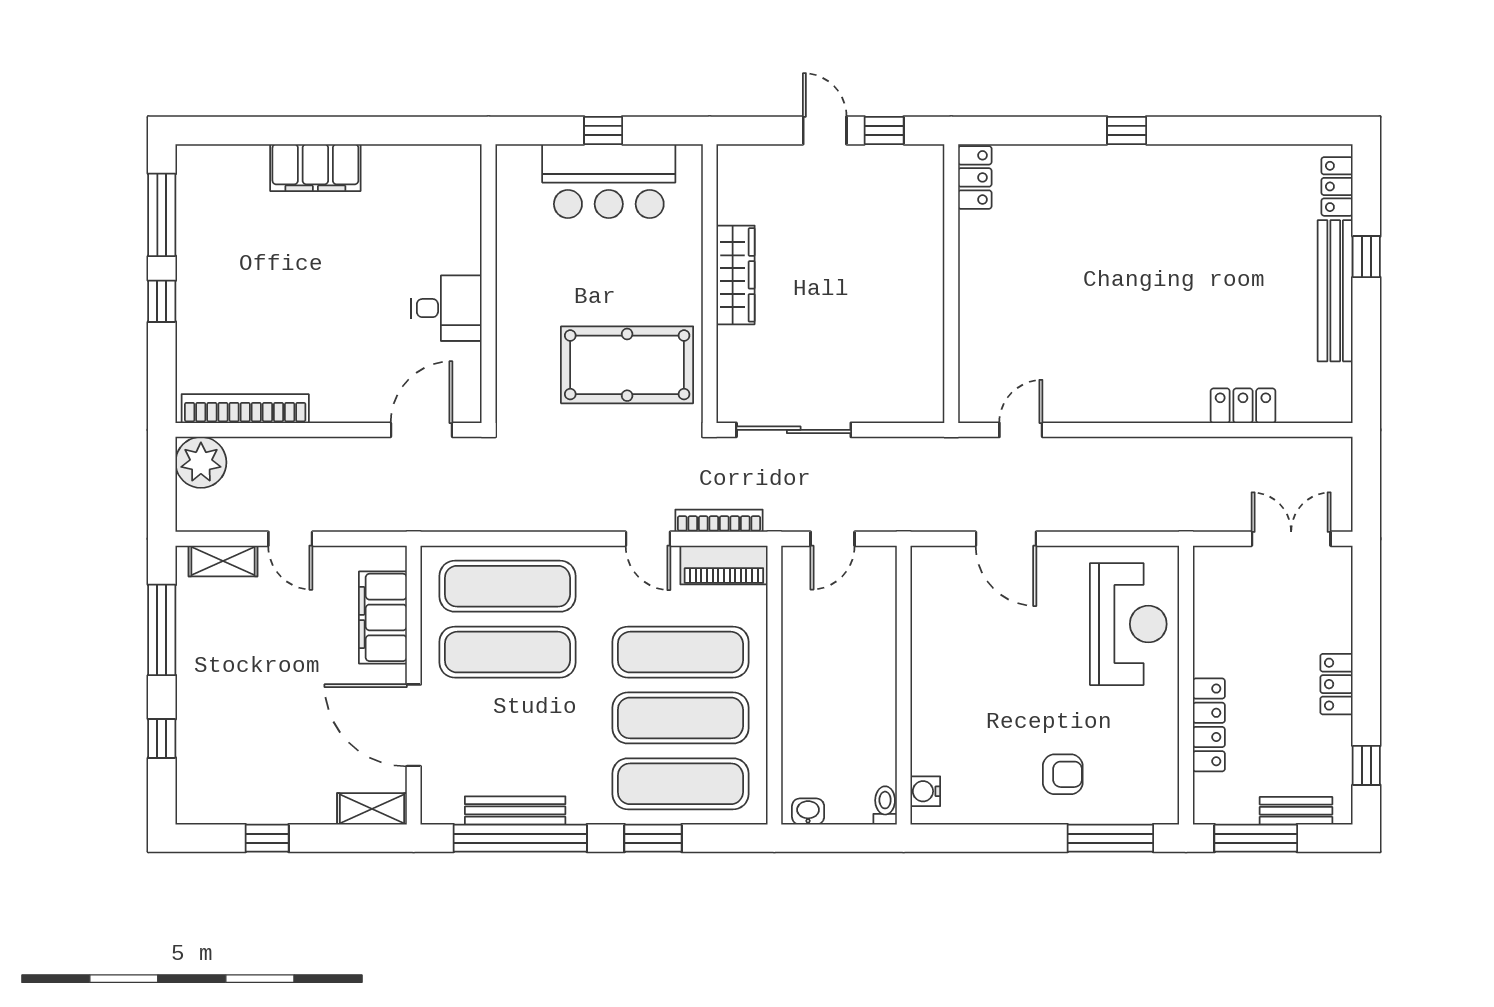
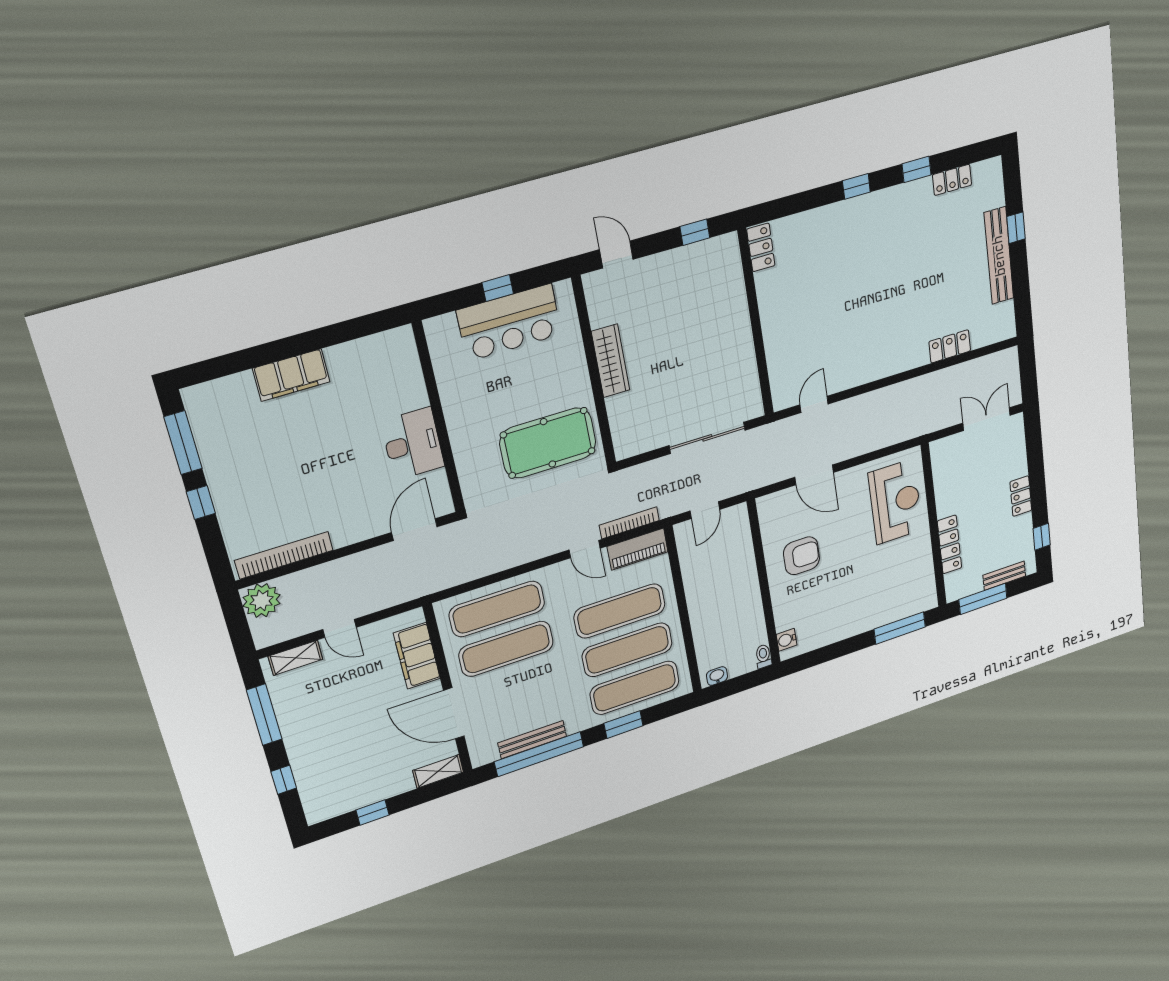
door: (825, 130) -> (616, 254), moved
window: (1220, 130) -> (916, 169), added
locker: (1337, 186) -> (952, 180), moved, turned -90
desk: (446, 308) -> (413, 444), width x1.37
sliding door: (794, 430) -> (707, 438), moved
armchair: (1063, 774) -> (801, 556), moved, width x1.38, depth x1.38

